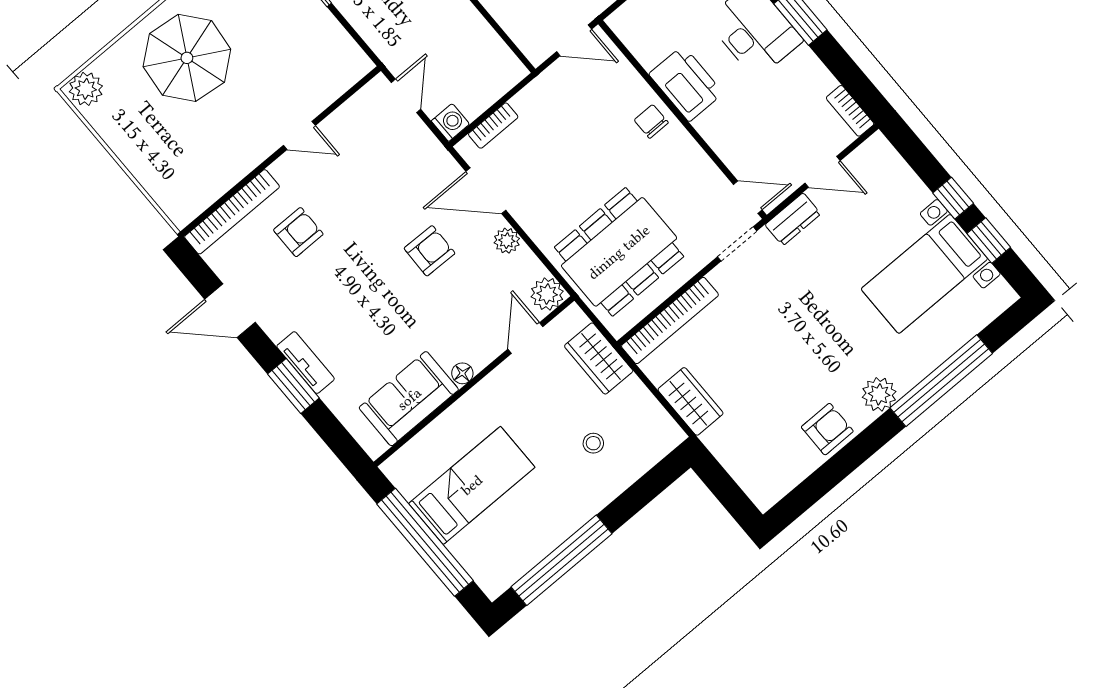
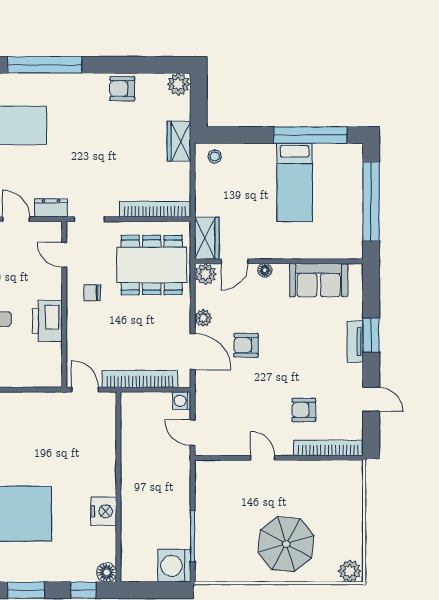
door: (406, 96) -> (193, 433), hinge flipped
chair: (651, 121) -> (92, 293), moved, turned 90
bookcase: (493, 126) -> (140, 379), width x2.31, depth x1.31
door: (748, 197) -> (64, 255), moved
door: (230, 311) -> (371, 399), width x0.73
wardrobe: (599, 358) -> (207, 238), moved
floor lamp: (462, 373) -> (265, 270), moved
plant: (879, 394) -> (178, 84), moved
wardrobe: (691, 401) -> (179, 141), moved
stool: (593, 443) -> (215, 156), moved
bed: (472, 485) -> (295, 182), moved, turned -90

